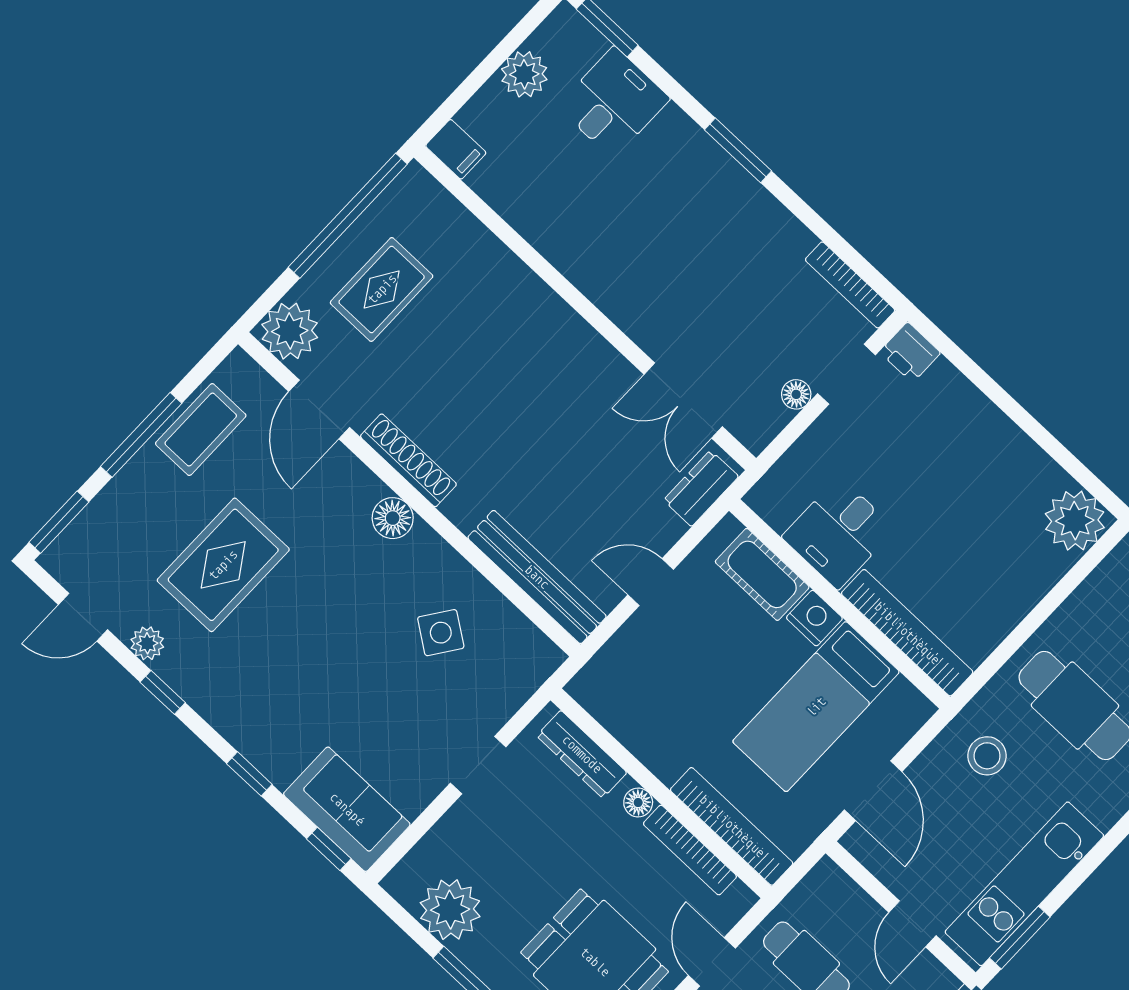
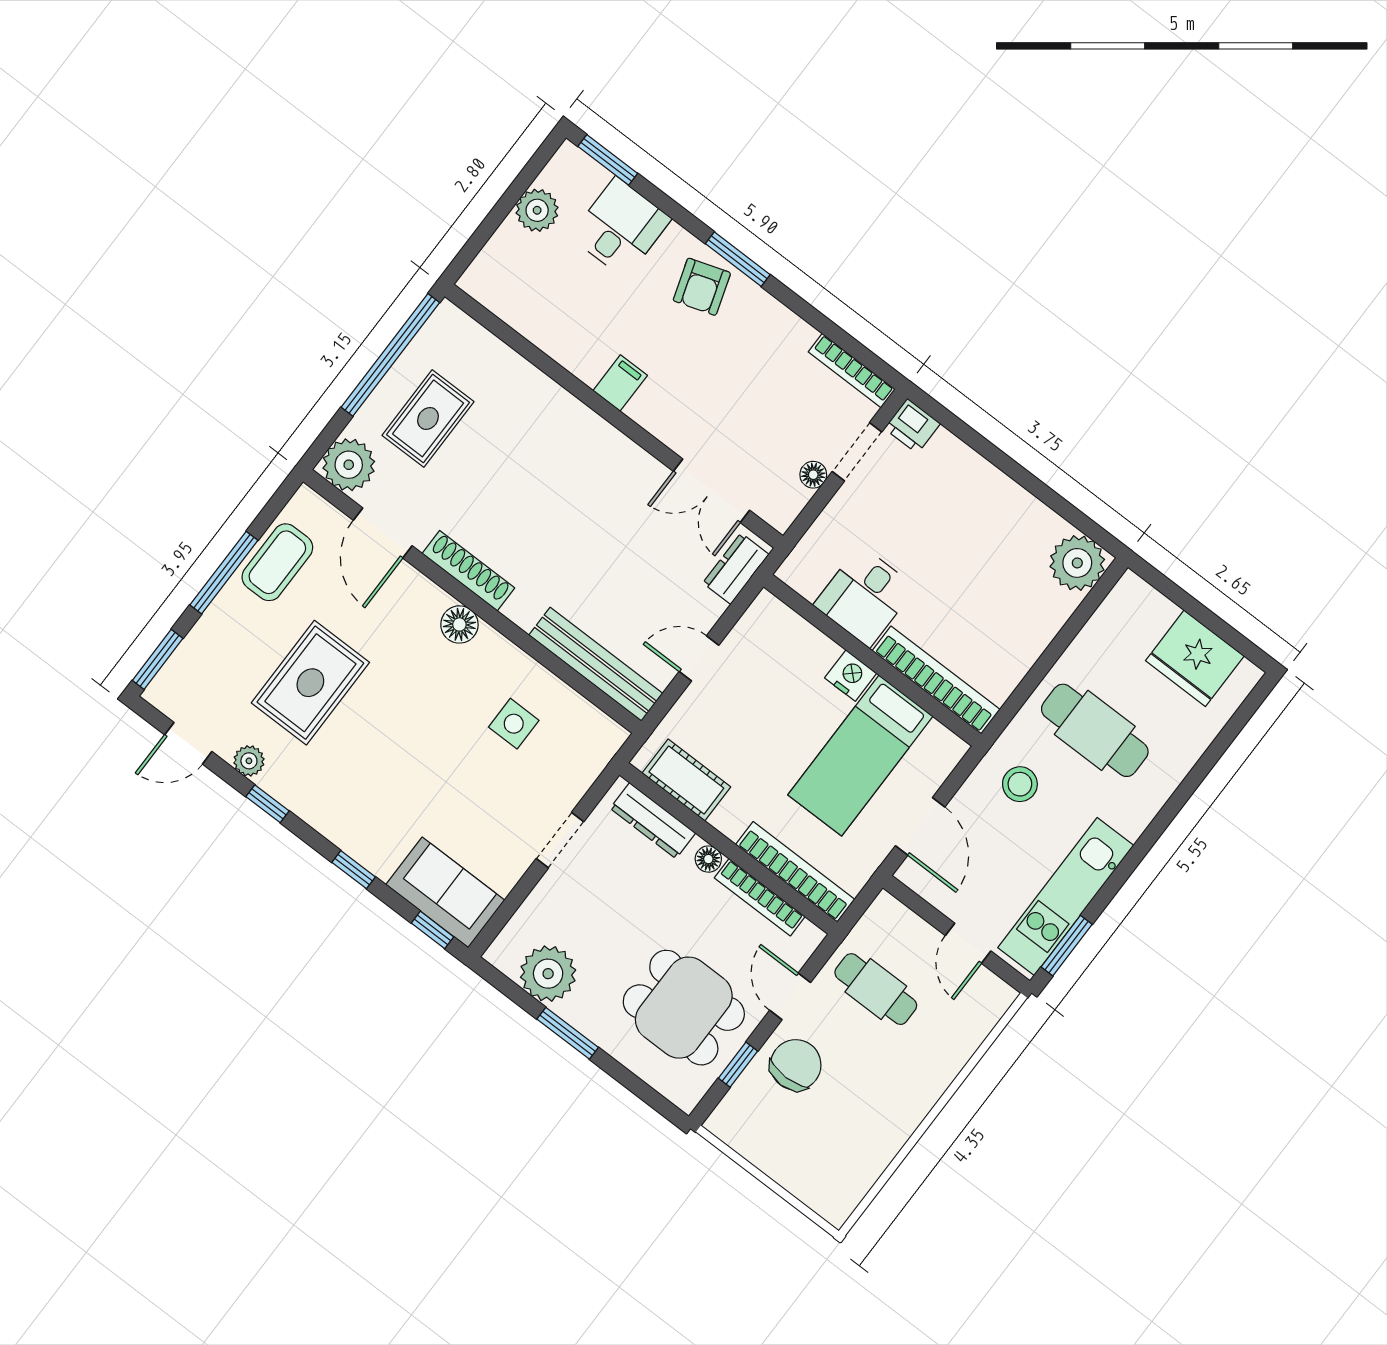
filing cabinet: (456, 149) -> (620, 383), moved, turned -90
armchair: (696, 176) -> (702, 287), added
cot: (762, 574) -> (686, 780), moved
side table: (441, 633) -> (514, 724), turned -35

